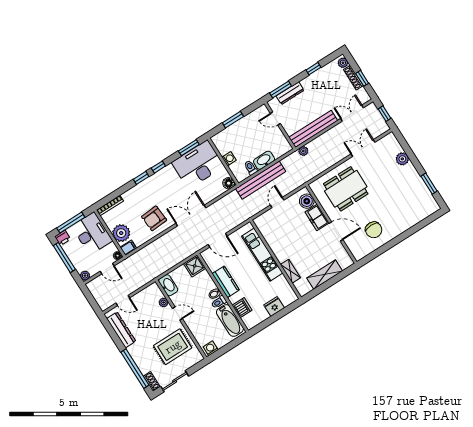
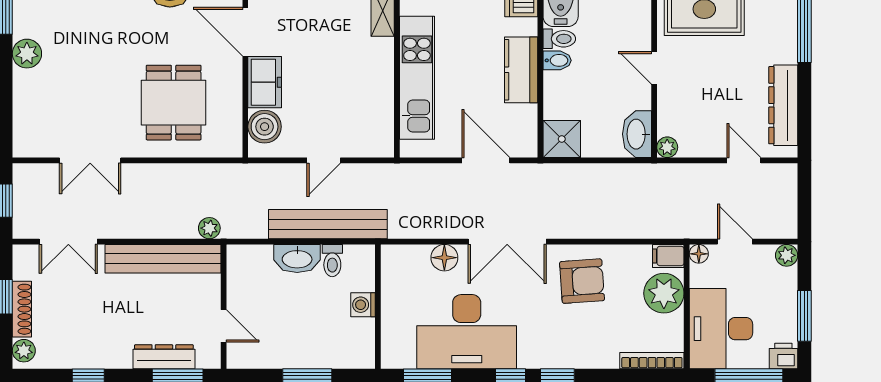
plant: (402, 159) -> (27, 54), moved
desk: (198, 164) -> (467, 332), moved
floor lamp: (229, 183) -> (444, 258), moved
dining table: (346, 189) -> (174, 103), width x0.73
window: (64, 257) -> (804, 316), width x0.69
plant: (164, 302) -> (667, 147), moved

